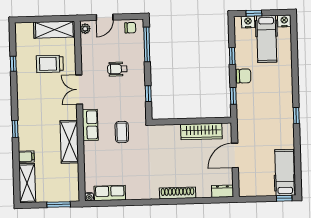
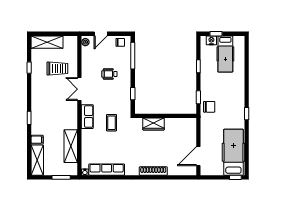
nightstand: (284, 21) -> (239, 40), removed
shelving: (54, 30) -> (47, 42), moved
trolley: (50, 64) -> (57, 69), turned 180
chair: (244, 76) -> (209, 107), moved
wardrobe: (201, 131) -> (153, 124), moved, width x0.67
shelving: (69, 142) -> (71, 146), moved
door: (235, 155) -> (198, 156), moved
hospital bed: (285, 172) -> (233, 152), width x1.37, depth x1.29
dresser: (223, 191) -> (188, 171), removed
row of seats: (110, 193) -> (107, 170), width x1.48

